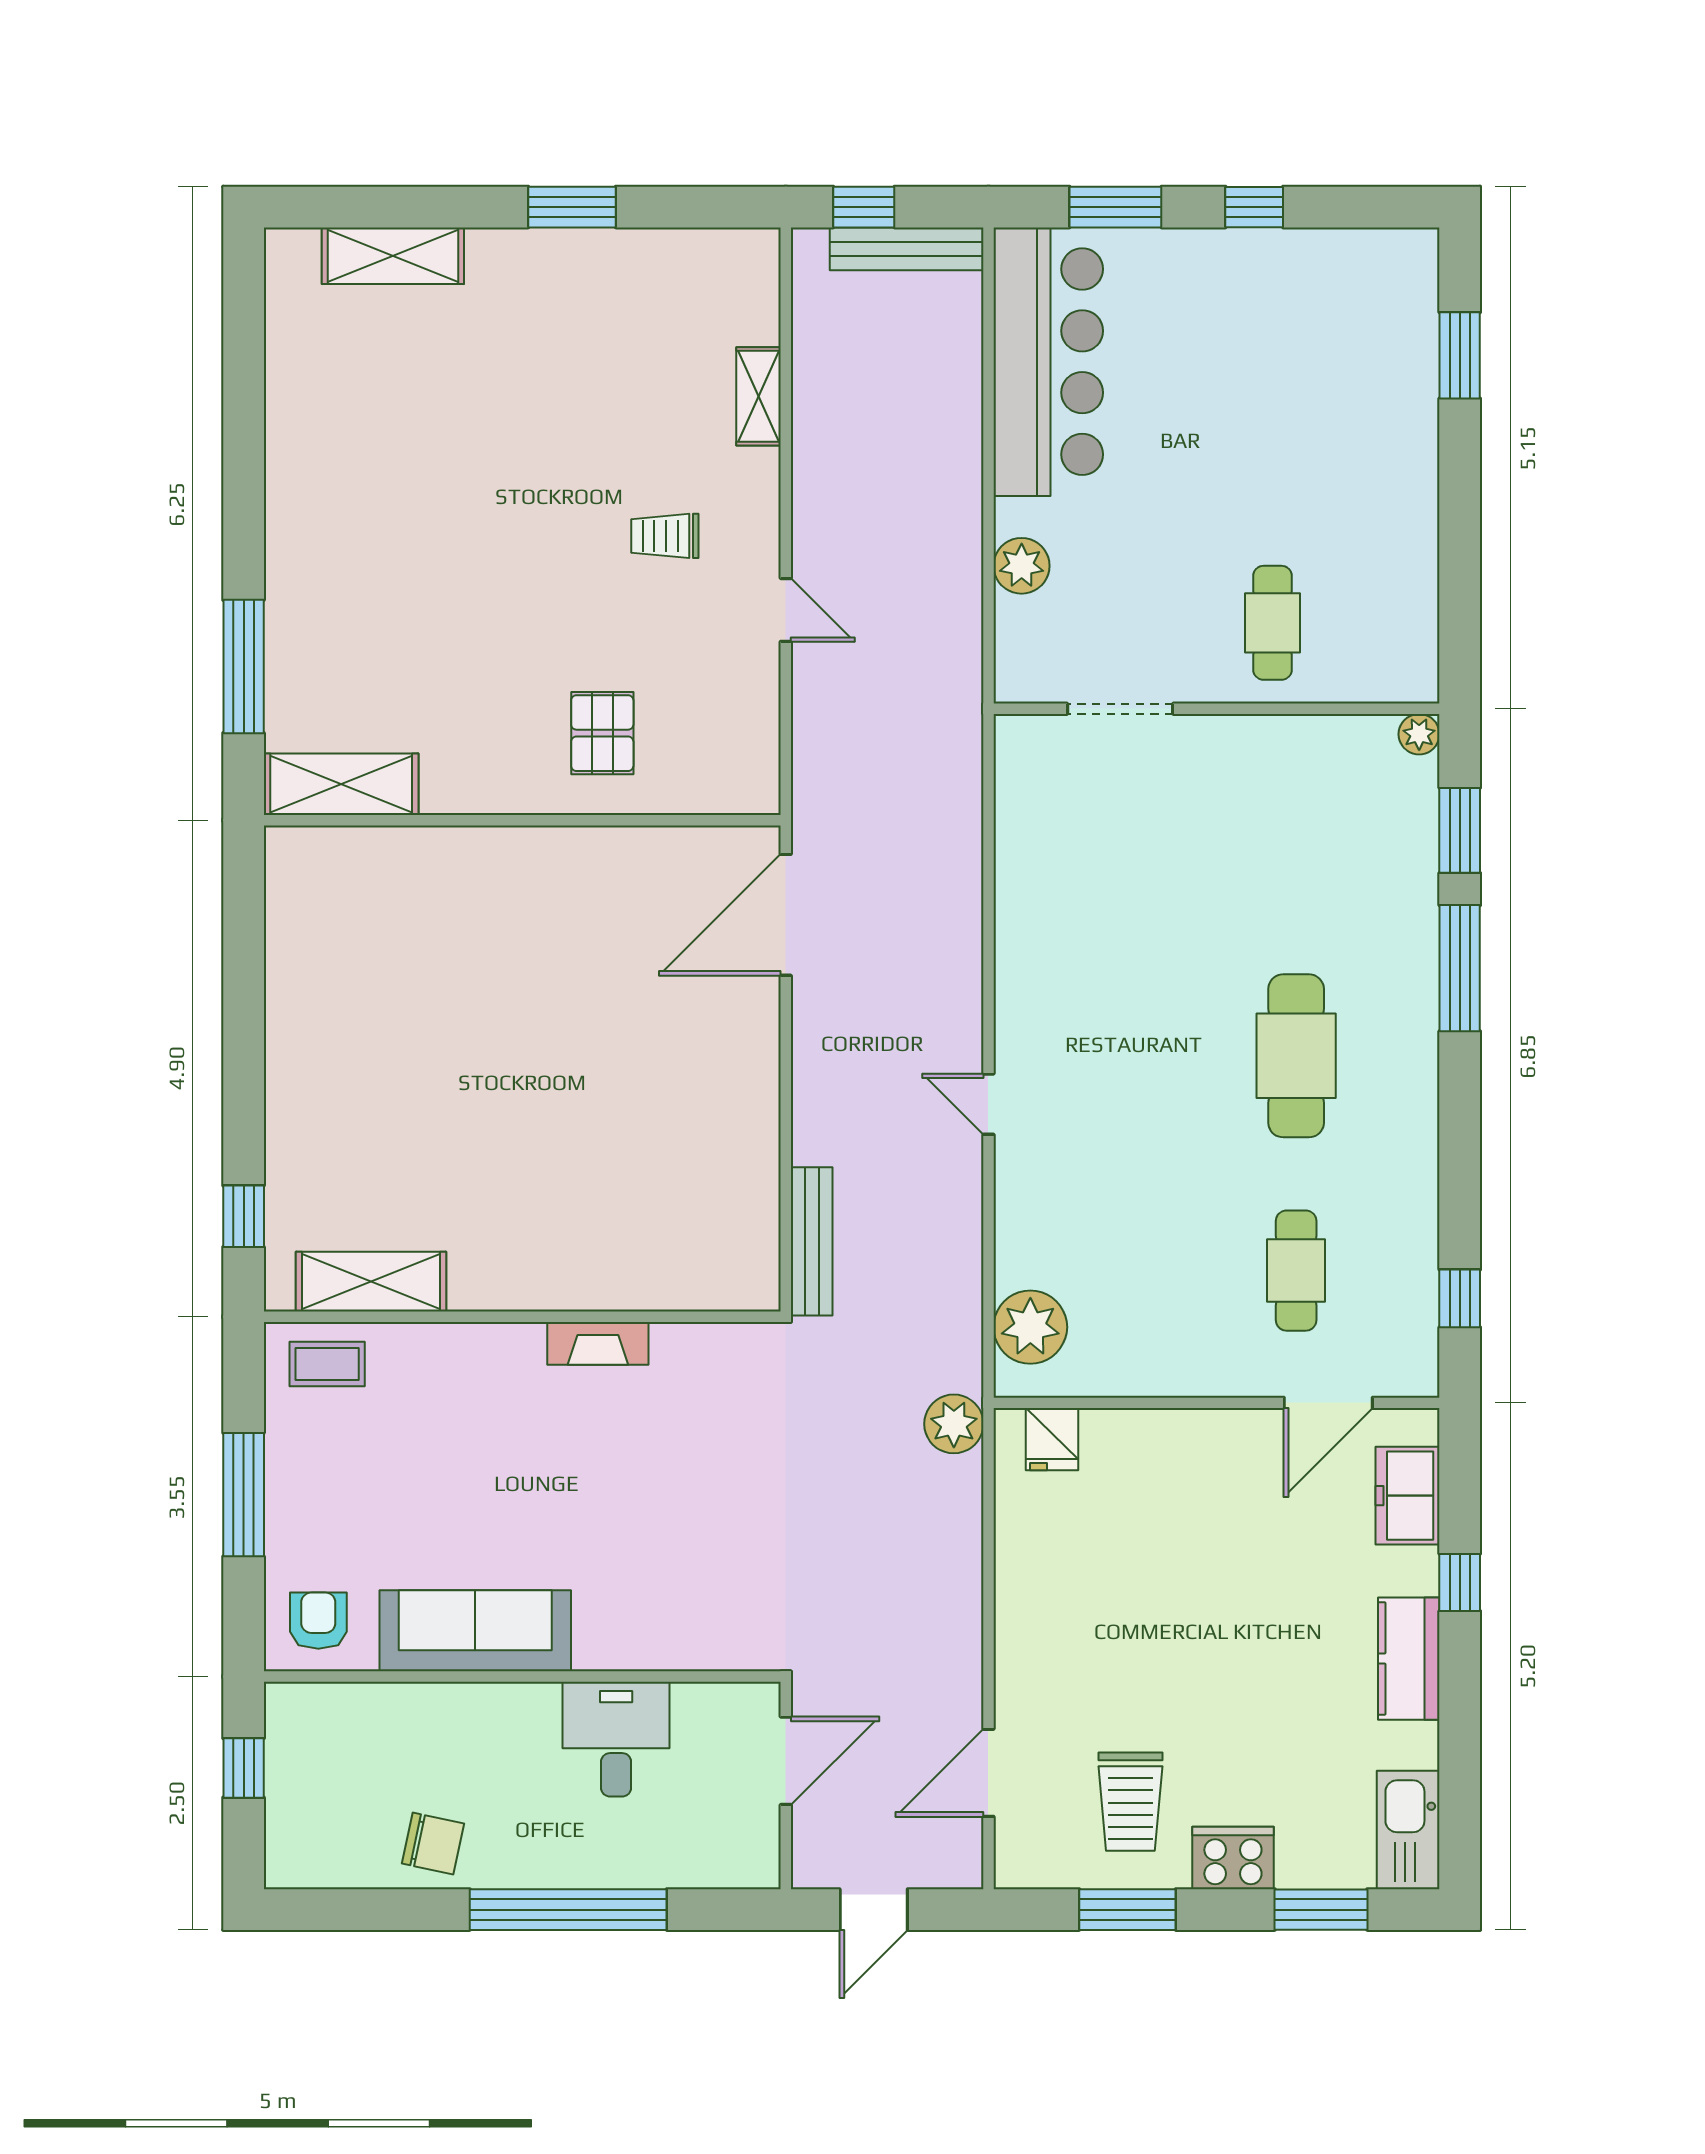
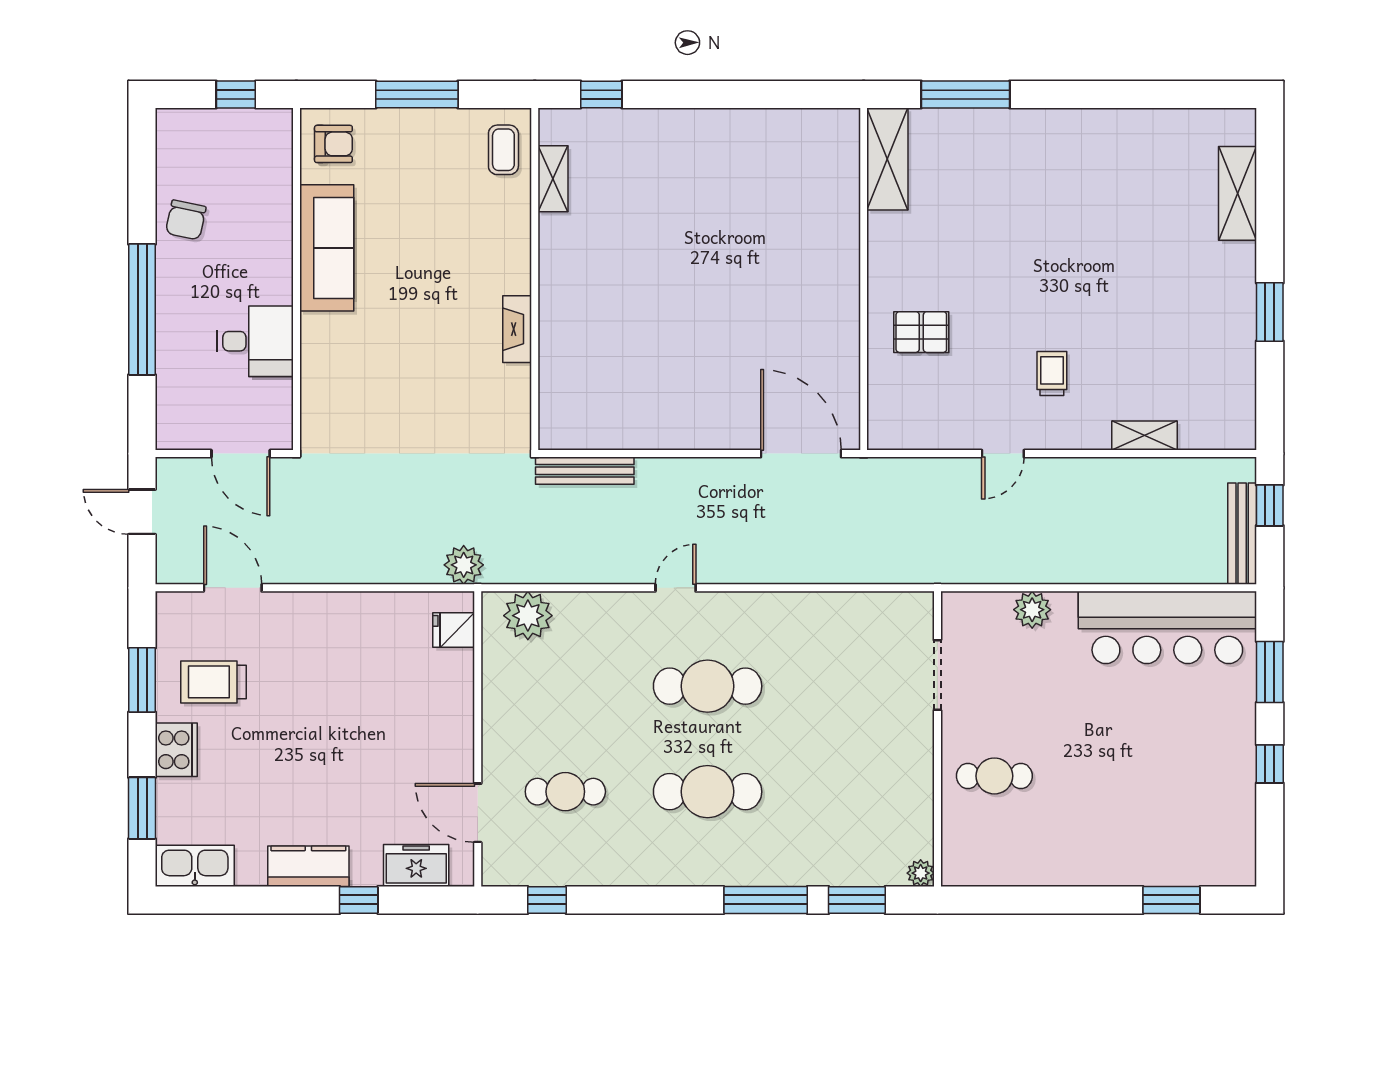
cafe table: (1137, 1056) -> (708, 686), added
shelving: (371, 1282) -> (553, 179), width x0.67, depth x0.75

